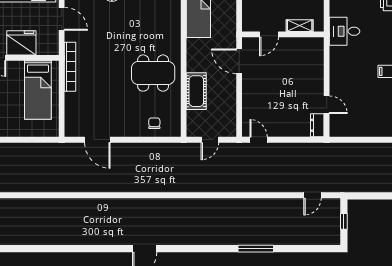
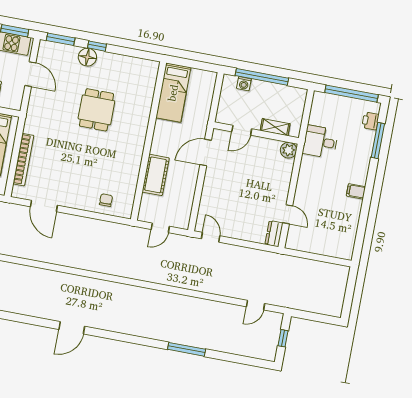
plant: (316, 45) -> (289, 150), added
door: (239, 61) -> (206, 153), hinge flipped
bookcase: (70, 67) -> (23, 160), moved
dining table: (153, 73) -> (96, 110), moved, width x0.73

